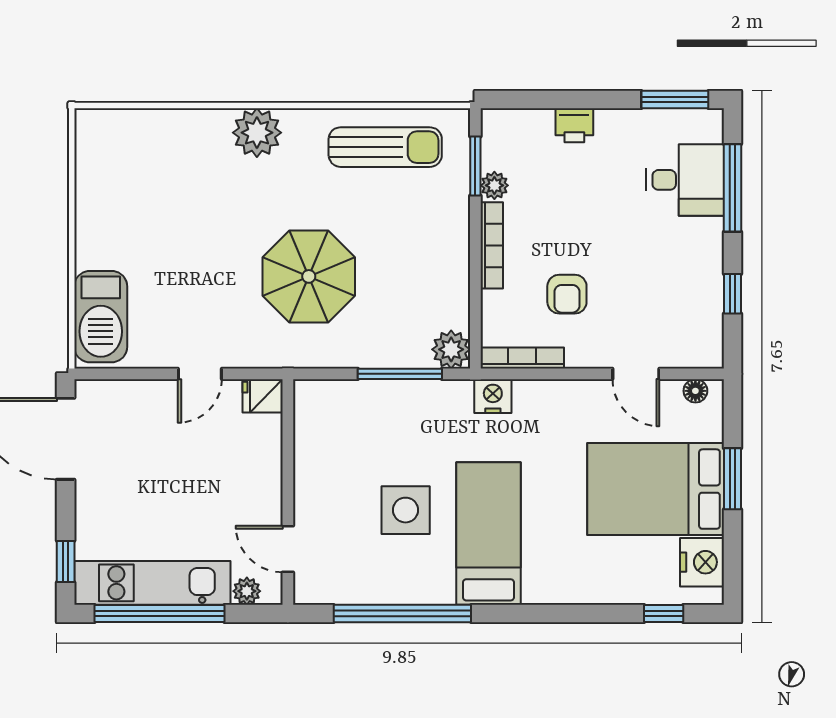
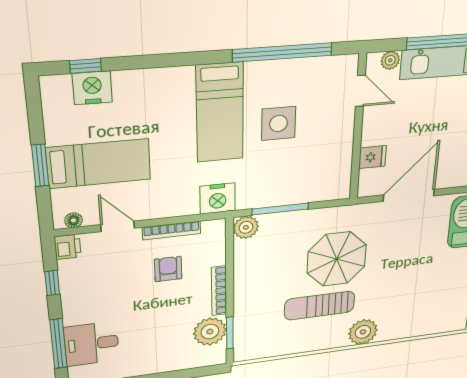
printer: (574, 125) -> (68, 247), moved, turned 90
sun lounger: (385, 147) -> (320, 306), moved
plant: (494, 185) -> (210, 332), width x1.87, depth x1.87
bookcase: (522, 358) -> (172, 230), moved
door: (200, 374) -> (409, 195), width x1.88
fridge: (263, 396) -> (373, 157), moved
nightstand: (493, 396) -> (218, 199), width x1.36, depth x1.33
bed: (656, 489) -> (99, 164), width x0.67
nightstand: (702, 562) -> (92, 88), moved, turned 90

